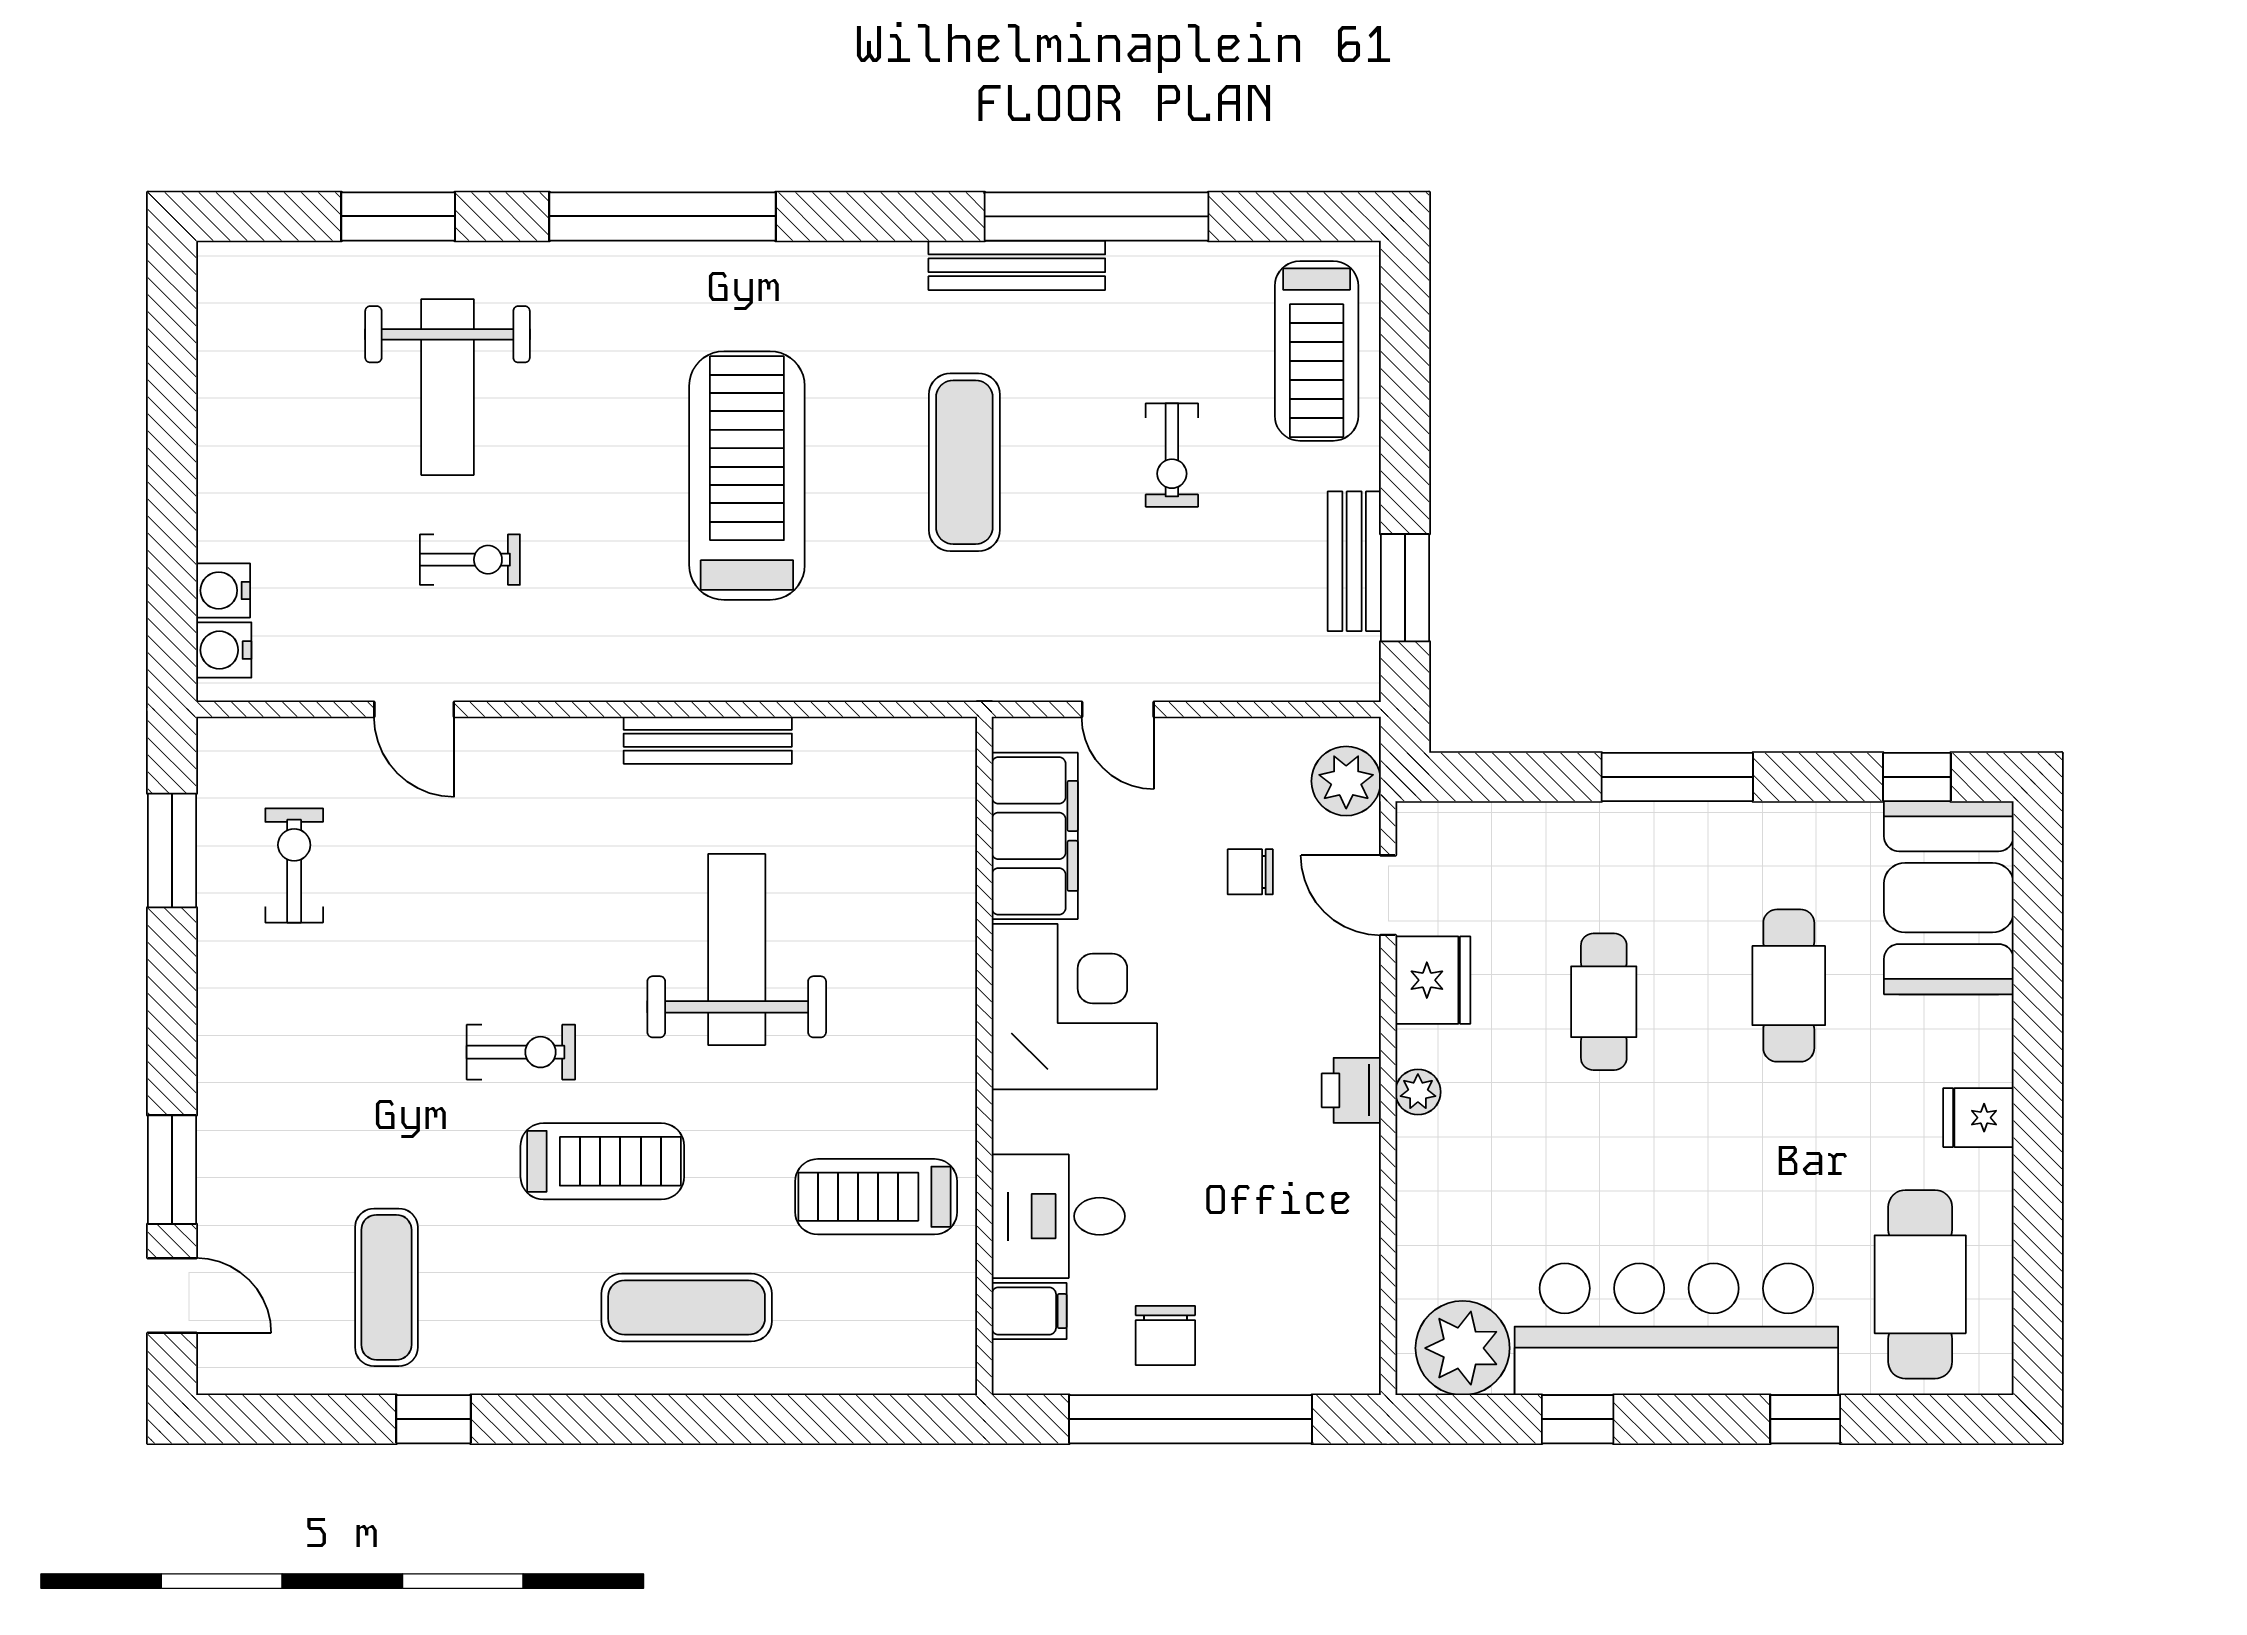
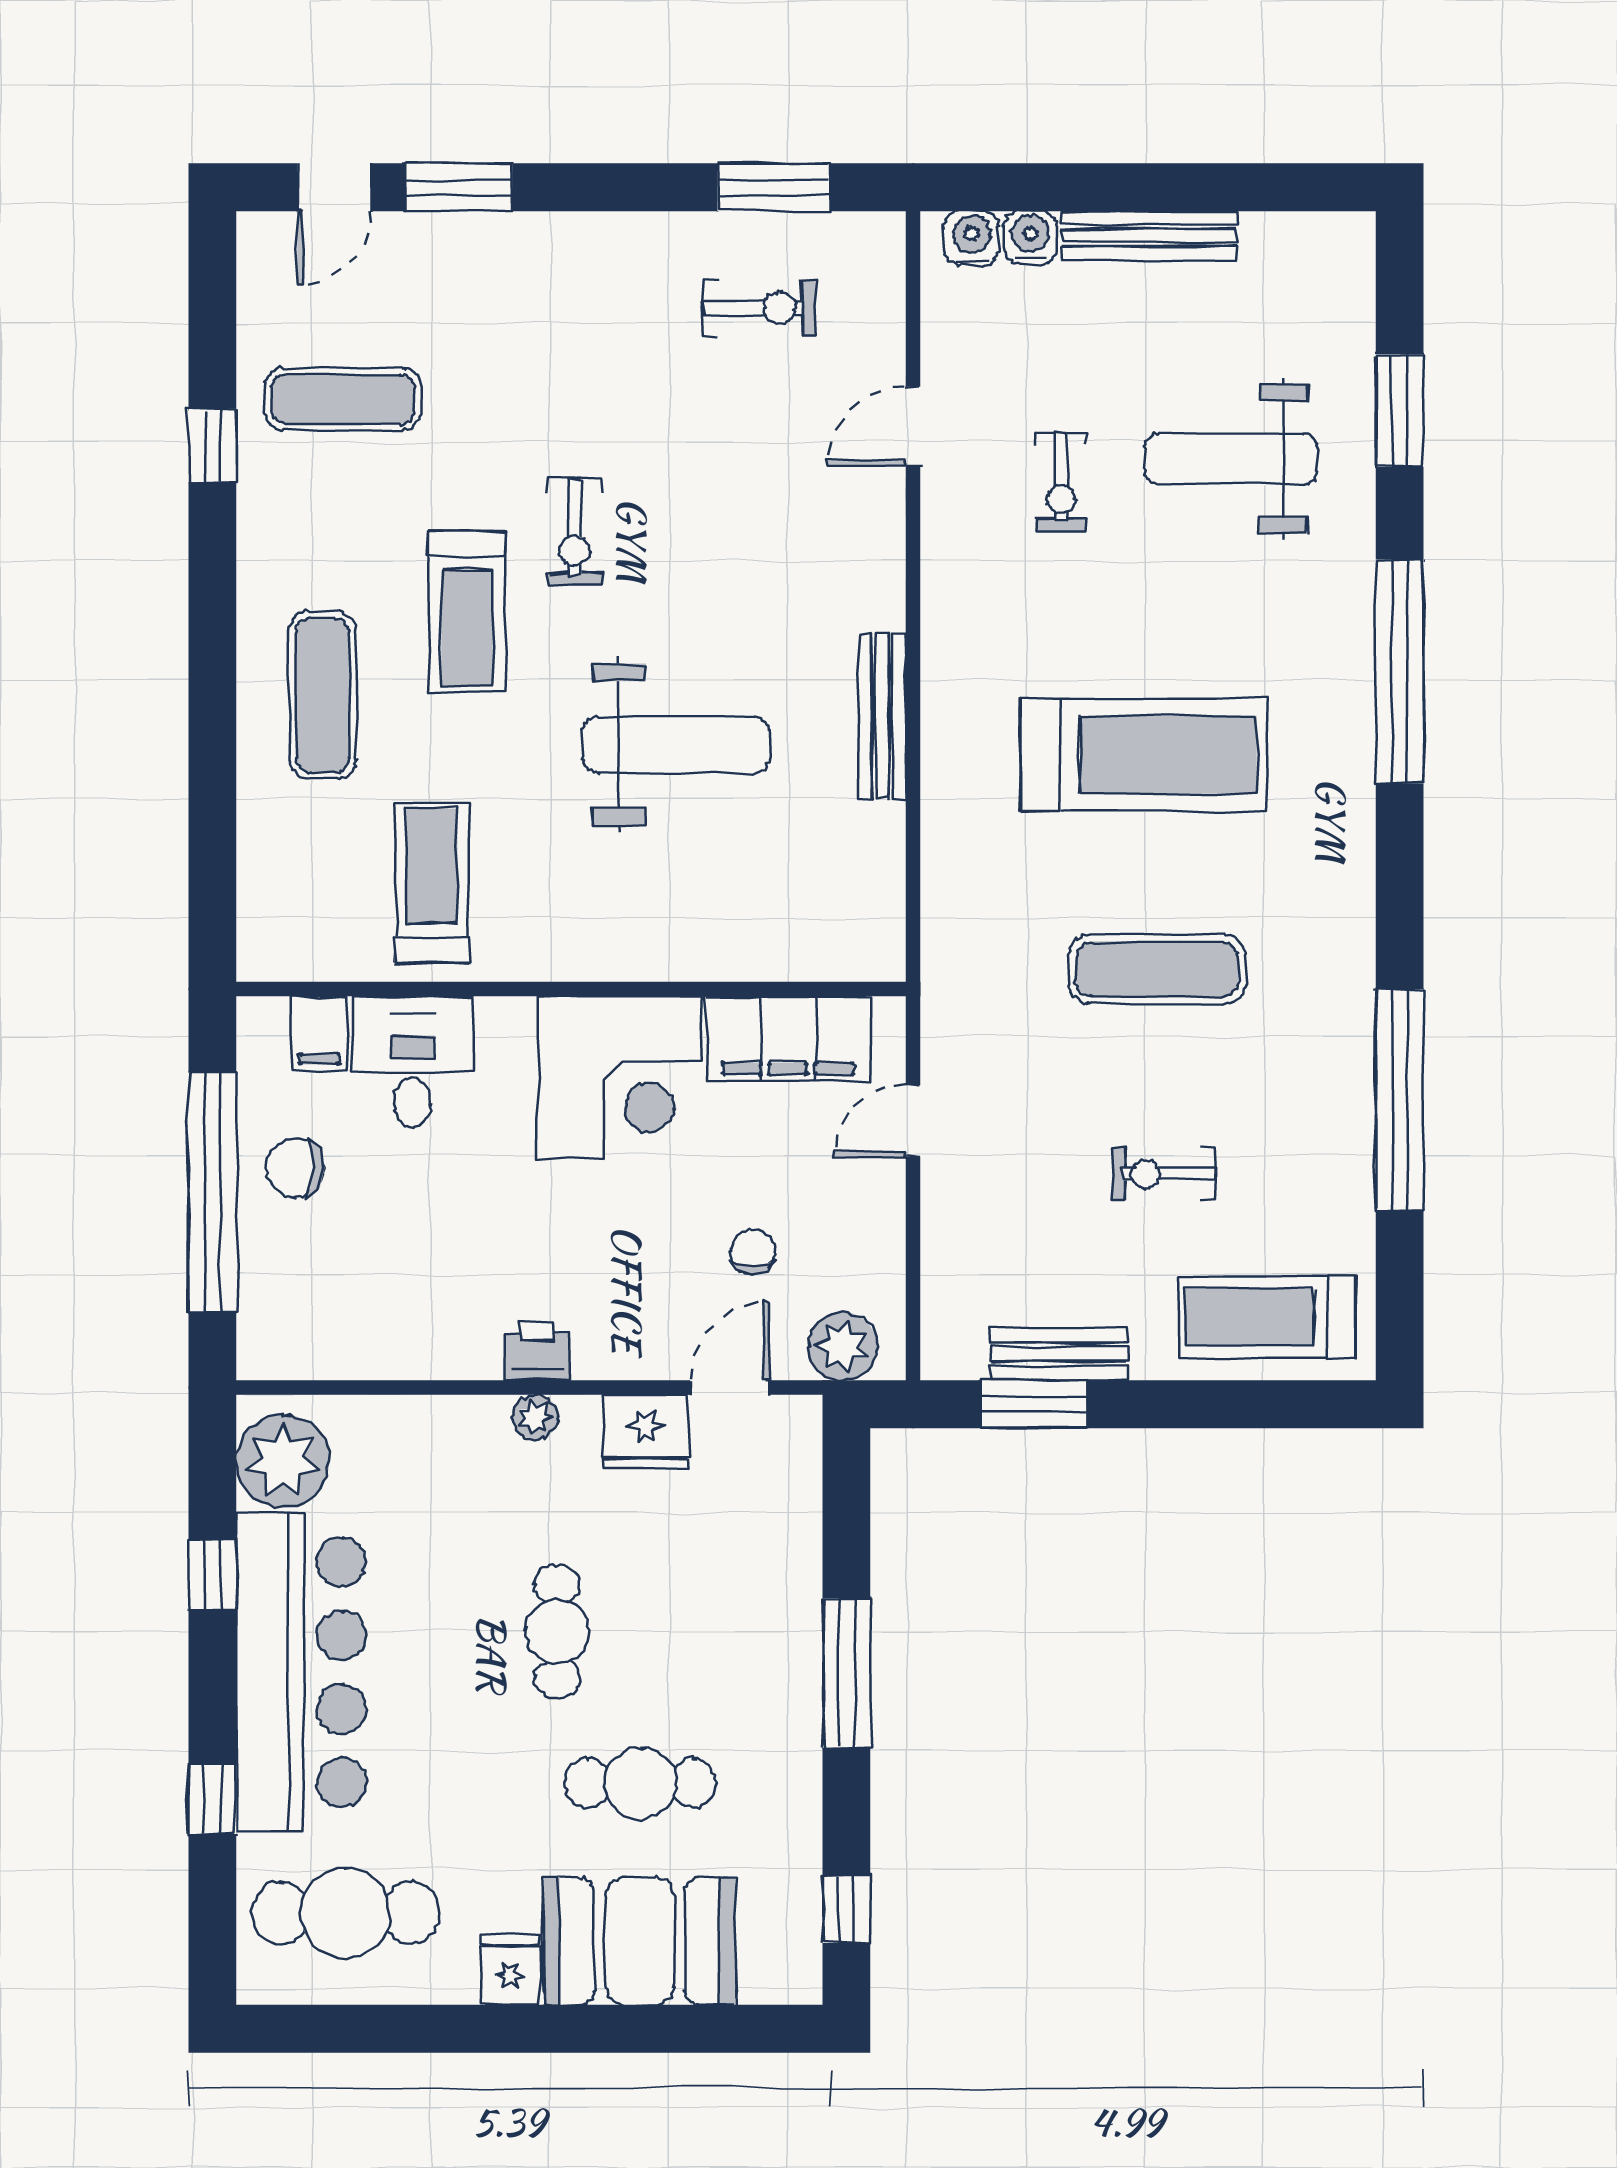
bench: (1017, 265) -> (1149, 235), moved, turned 90
booth: (1949, 898) -> (639, 1941), moved
cafe table: (1604, 1002) -> (557, 1631), moved, turned 90

